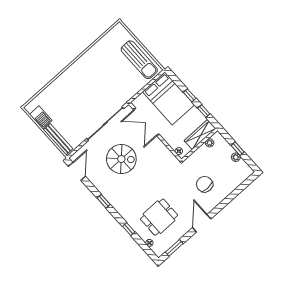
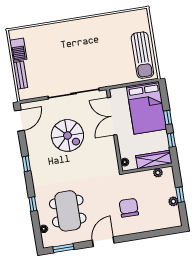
bench: (58, 139) -> (20, 75), width x0.73
dining table: (159, 217) -> (68, 211), width x1.38

